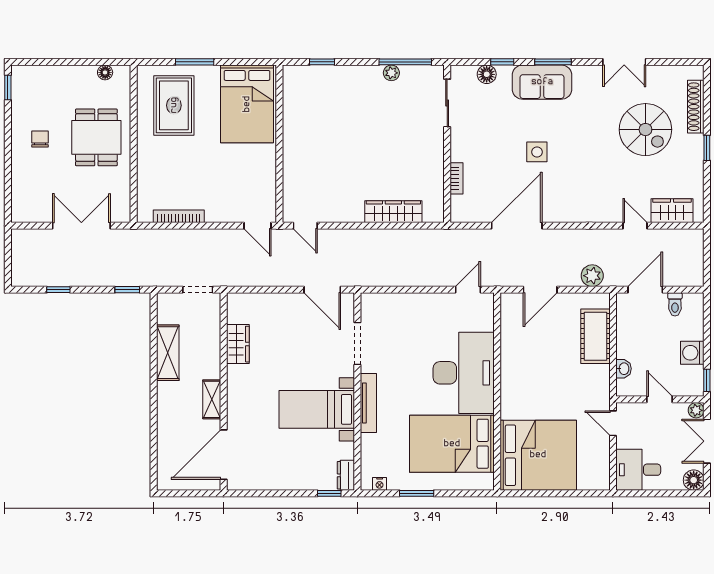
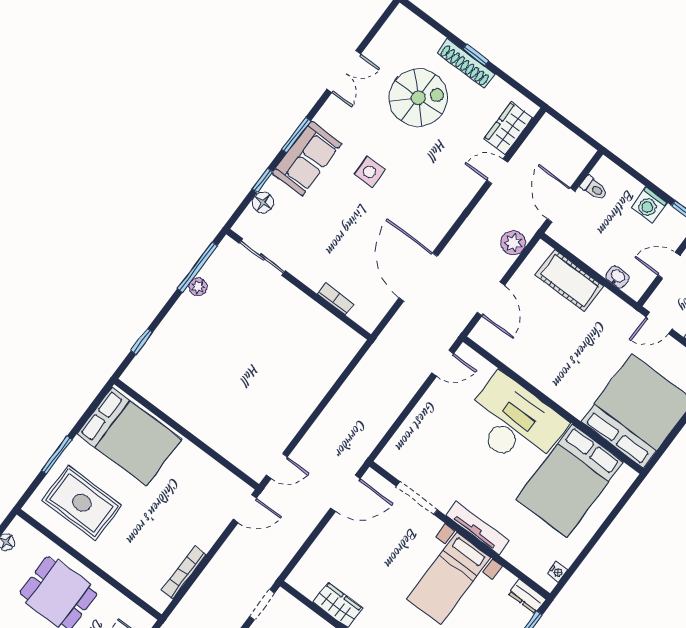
shoe rack: (696, 107) -> (466, 63), moved
side table: (537, 152) -> (370, 172), moved
wardrobe: (393, 212) -> (323, 378), removed
door: (468, 290) -> (443, 363), swing flipped
window: (417, 493) -> (590, 545), removed

